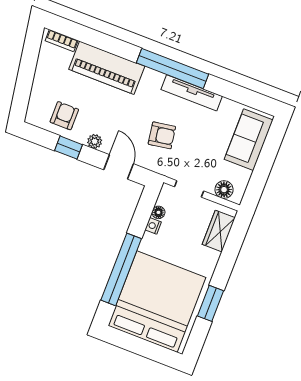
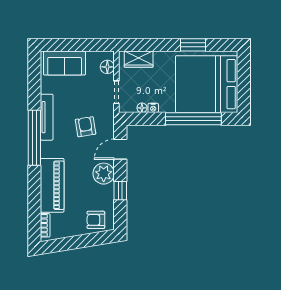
armchair: (64, 116) -> (96, 220), moved
plant: (95, 141) -> (104, 174), width x1.87, depth x1.87

